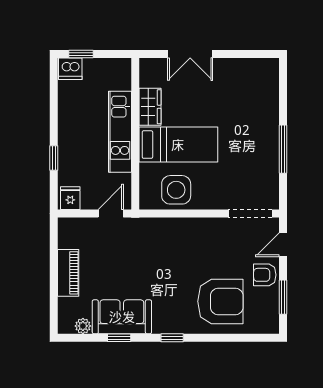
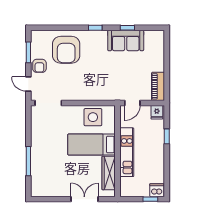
wardrobe: (150, 107) -> (109, 173), width x1.50
window: (283, 149) -> (28, 161), moved
door: (283, 245) -> (28, 84), swing flipped
piano: (68, 273) -> (158, 86), moved
armchair: (265, 275) -> (39, 66), turned 90
armchair: (220, 301) -> (66, 50), turned -90
plant: (83, 326) -> (149, 35), removed

